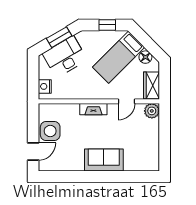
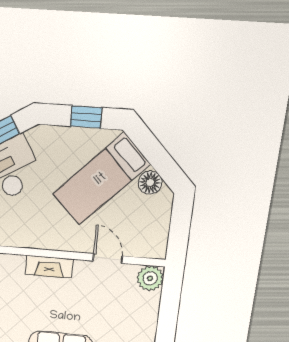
wardrobe: (151, 85) -> (155, 234), removed
door: (127, 101) -> (108, 258), swing flipped

